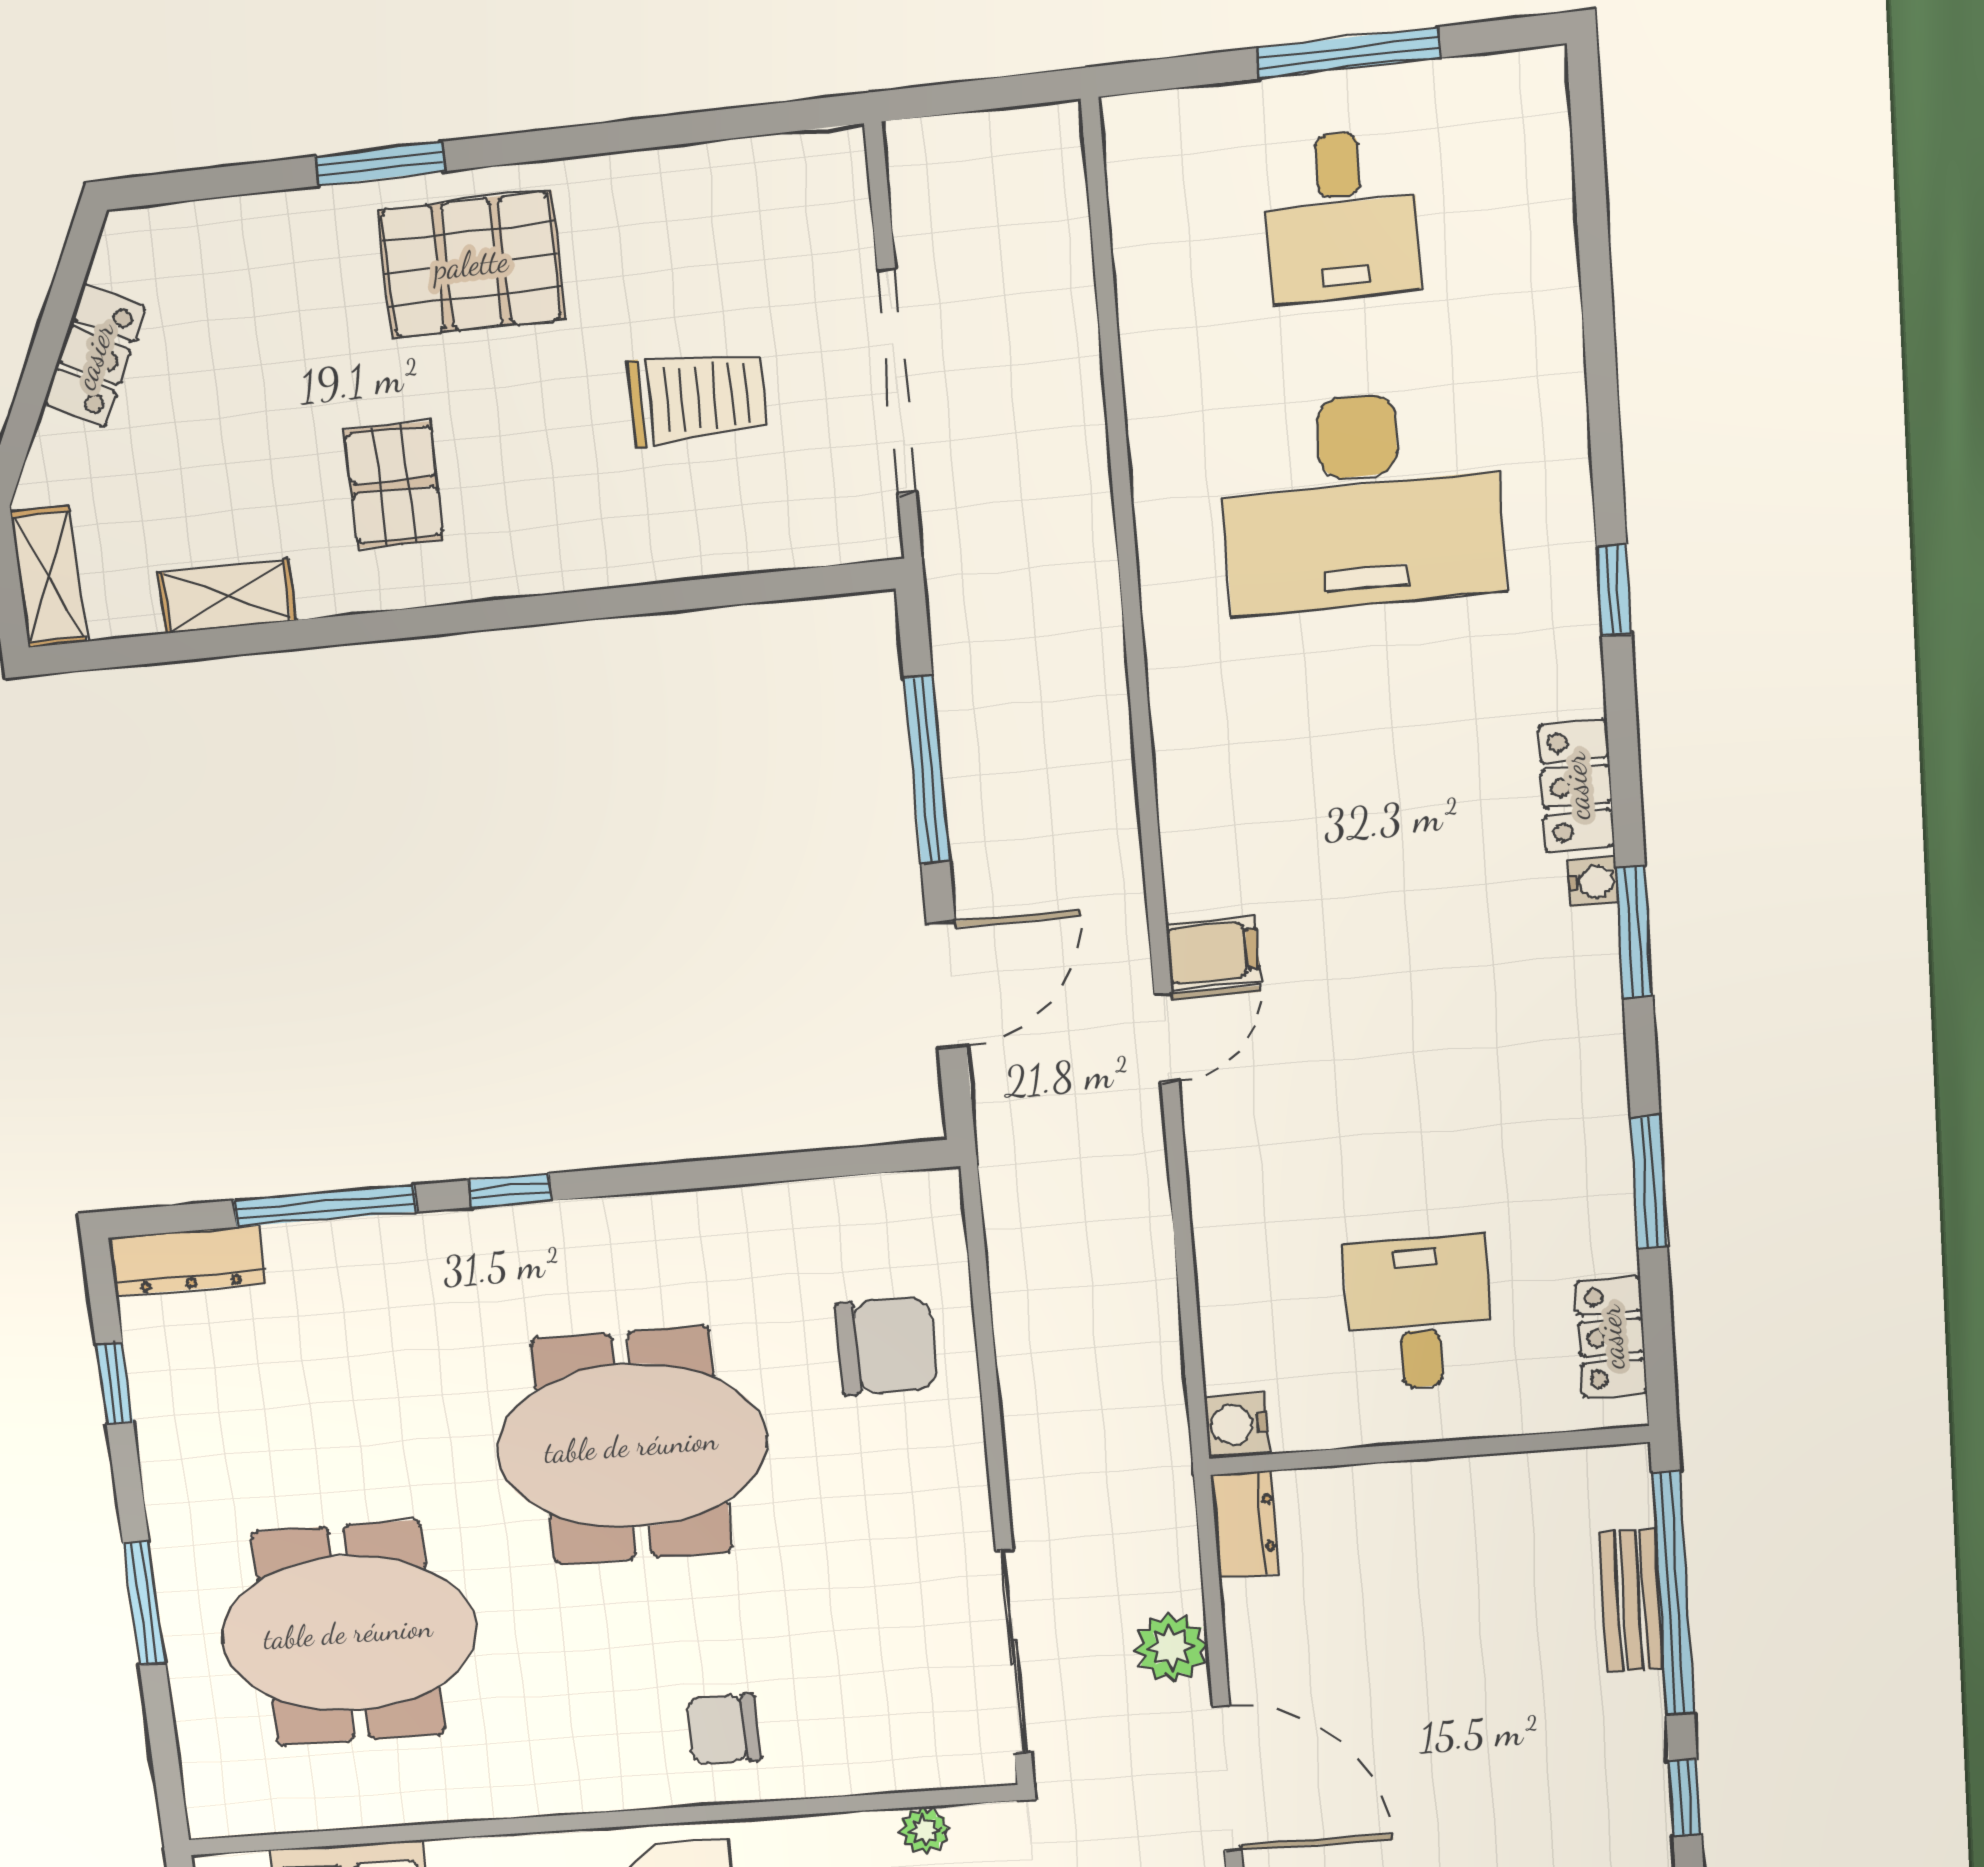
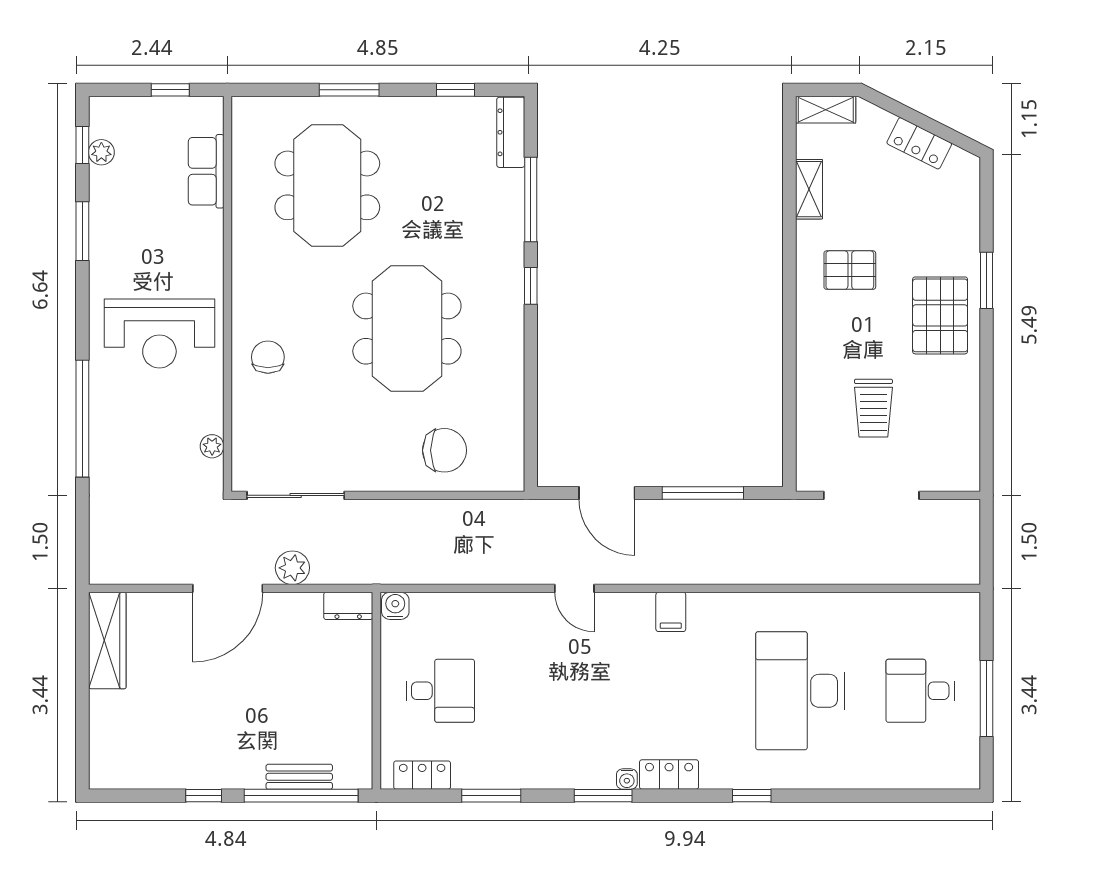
filing cabinet: (1213, 952) -> (671, 612), moved
chair: (886, 1346) -> (444, 450), turned -90

